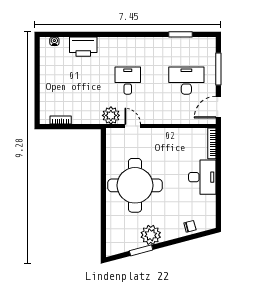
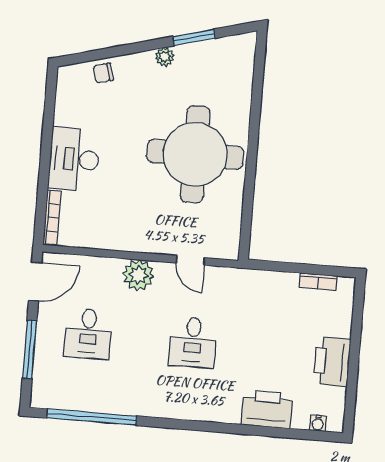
window: (181, 34) -> (92, 417), width x2.11
printer: (49, 76) -> (332, 361), added
desk: (186, 81) -> (88, 334), width x0.73
plant: (111, 115) -> (138, 275), moved
plant: (151, 235) -> (165, 57), width x0.53, depth x0.53

